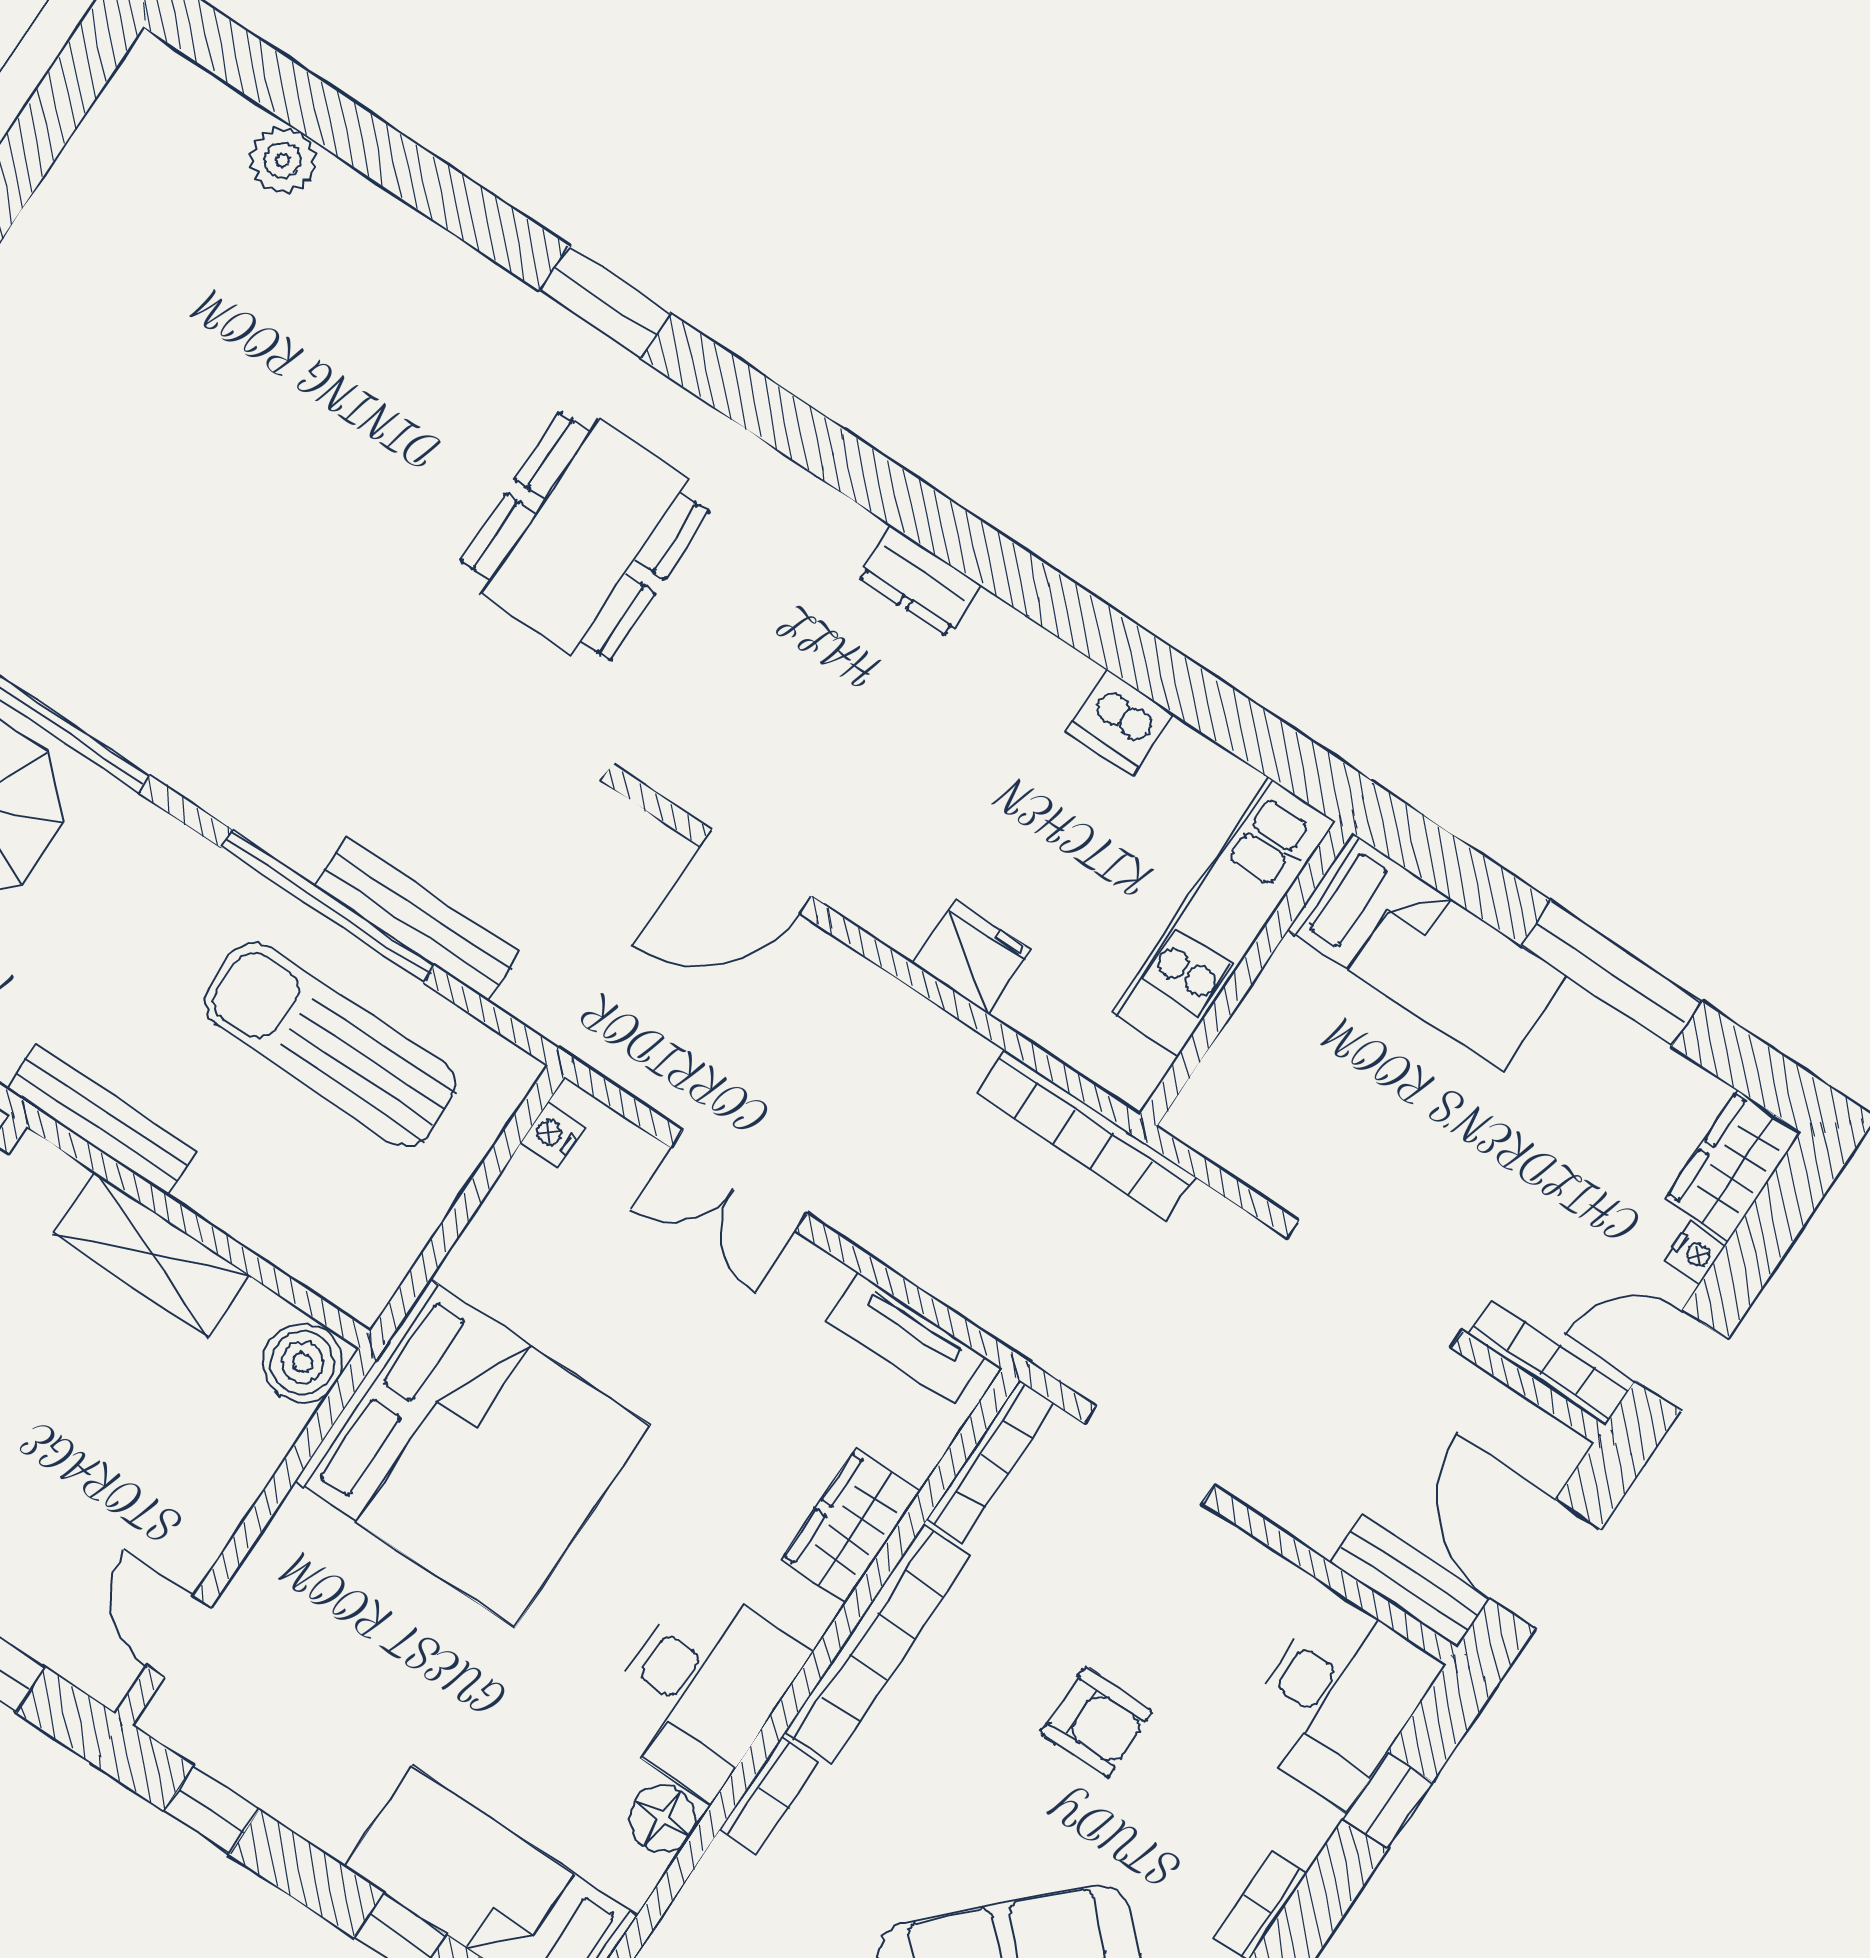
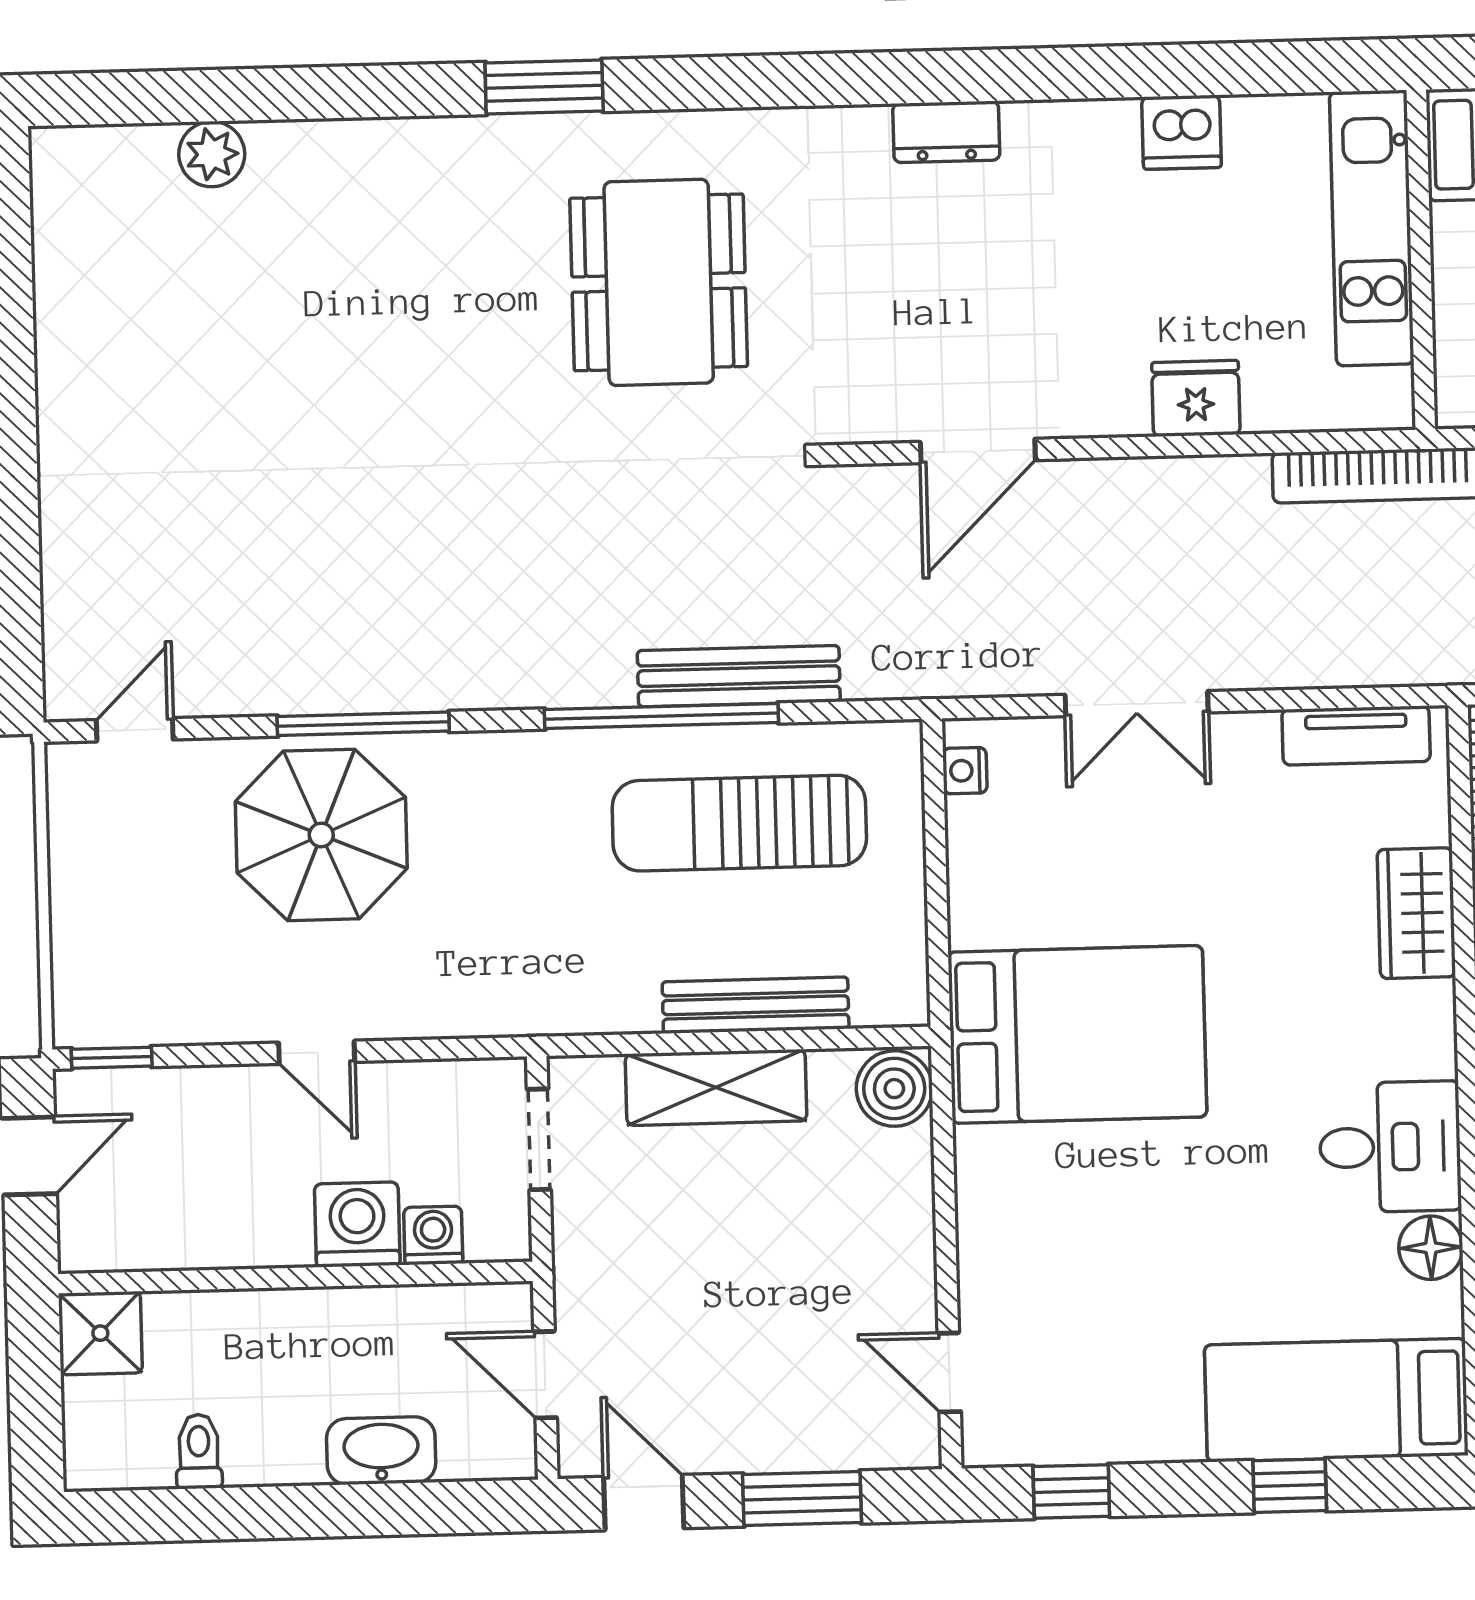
bench: (102, 1120) -> (756, 1005), moved
bed: (472, 1453) -> (1077, 1034), width x0.73
desk: (702, 1688) -> (1390, 1147), width x0.73

